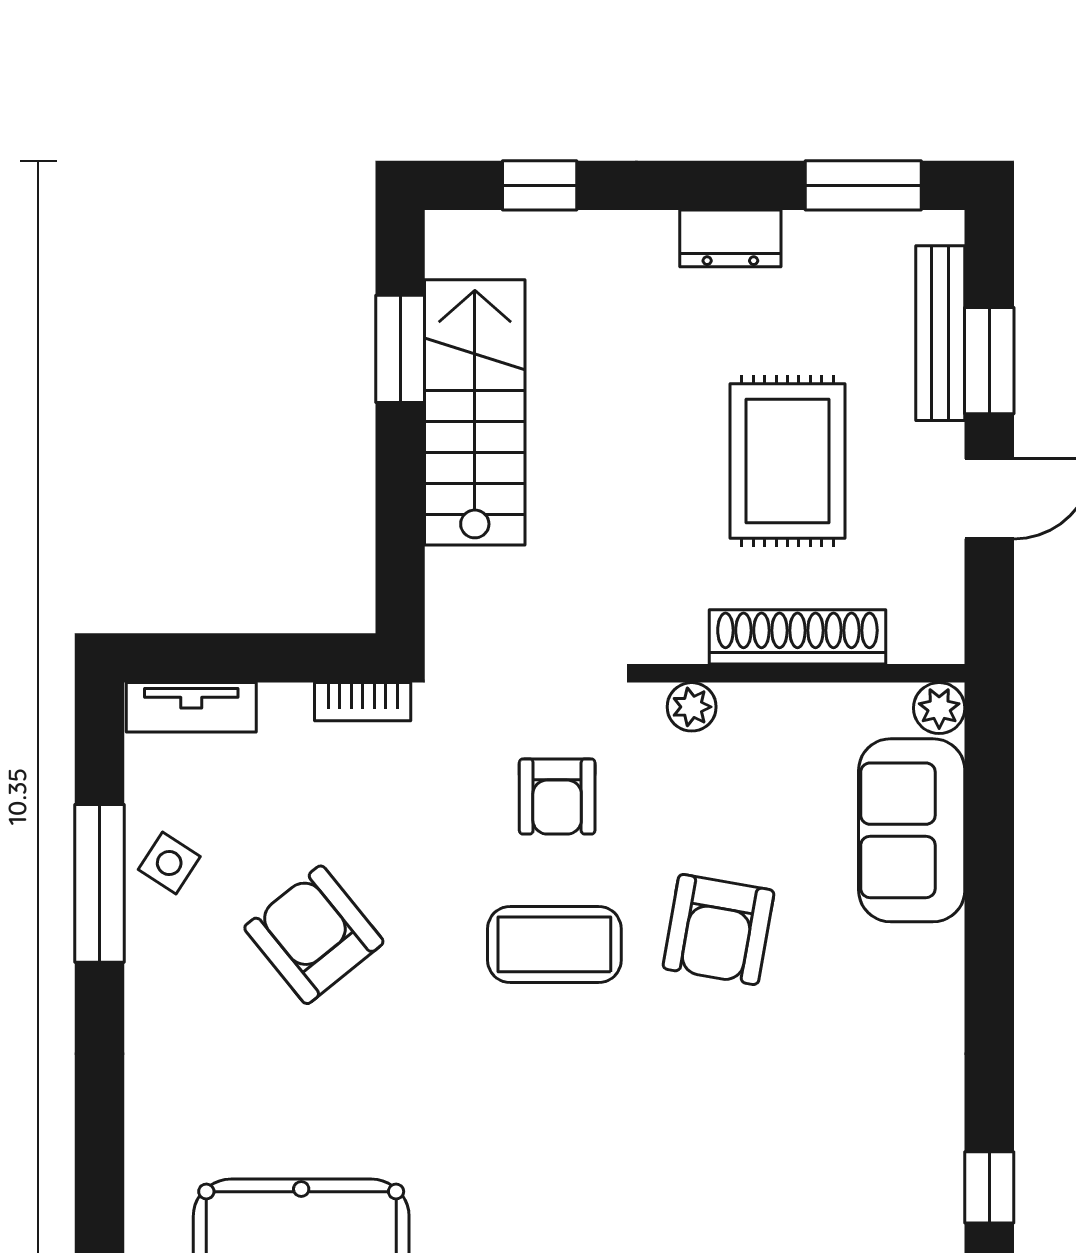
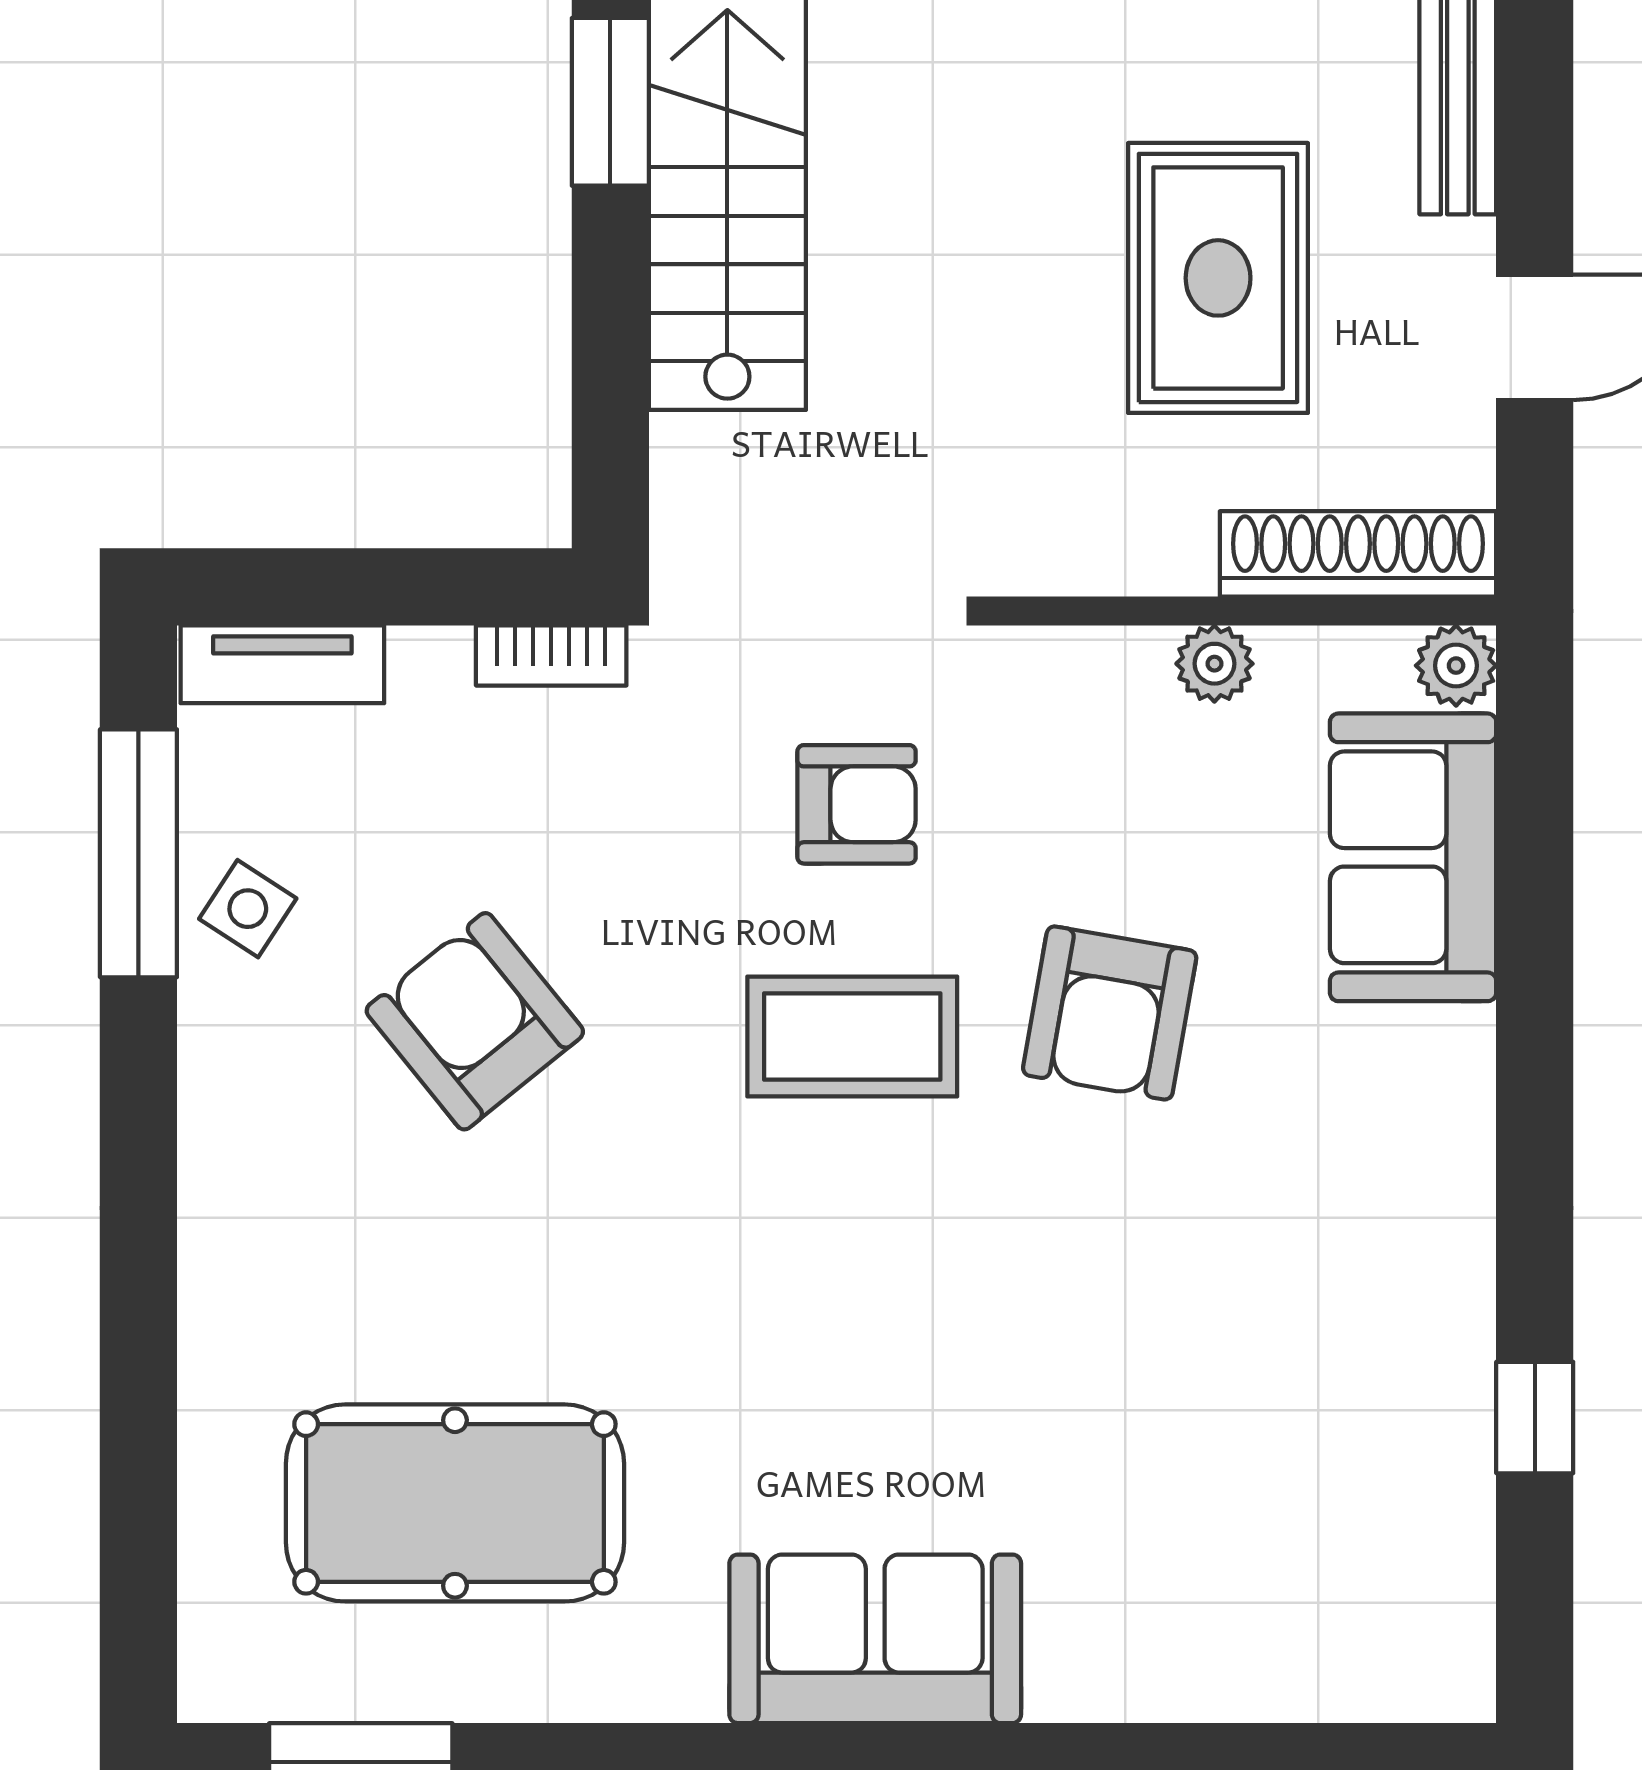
window: (989, 361) -> (1535, 120), removed
shoe rack: (797, 637) -> (1358, 554), moved
plant: (692, 707) -> (1214, 664), moved
armchair: (557, 797) -> (857, 804), turned -90
window: (99, 883) -> (138, 853), moved

